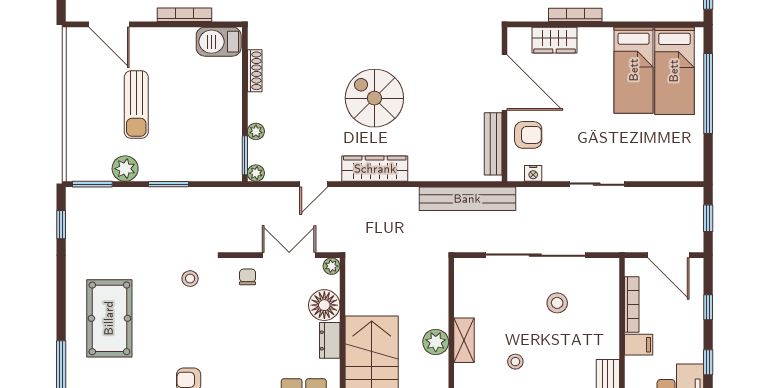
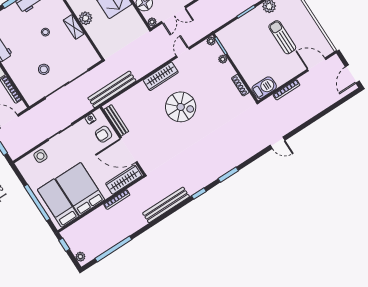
wardrobe: (555, 40) -> (124, 180), width x1.50
bed: (634, 70) -> (80, 189), width x1.50
side table: (653, 166) -> (40, 156), added

